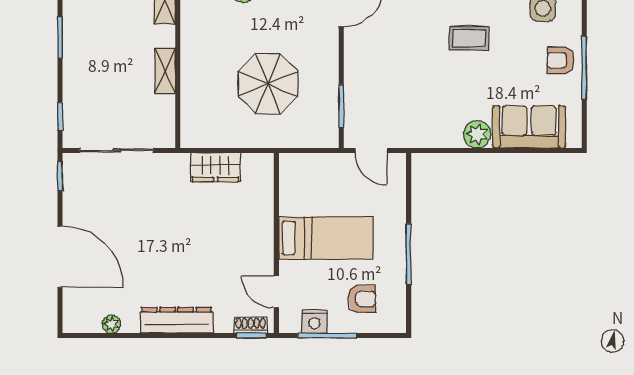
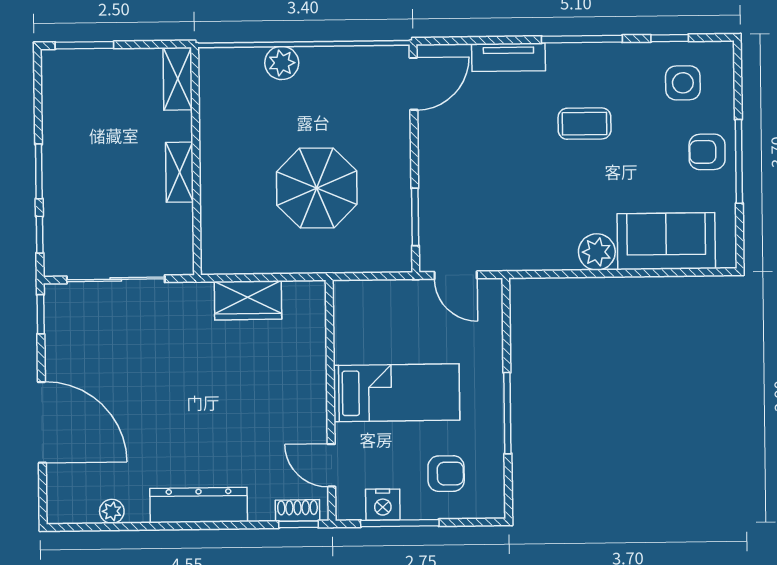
window: (60, 37) -> (39, 171), moved

